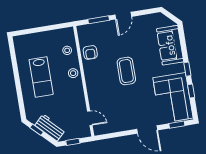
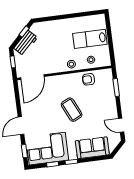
door: (123, 16) -> (121, 125), moved
coffee table: (126, 71) -> (72, 110), turned 65
lab bench: (41, 77) -> (90, 39), moved
door: (90, 118) -> (32, 77), width x1.87

